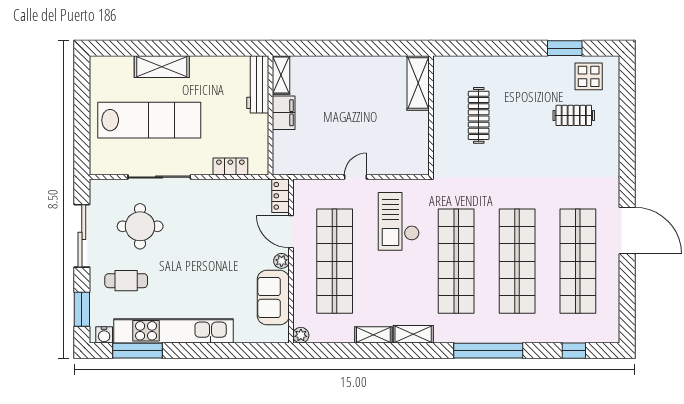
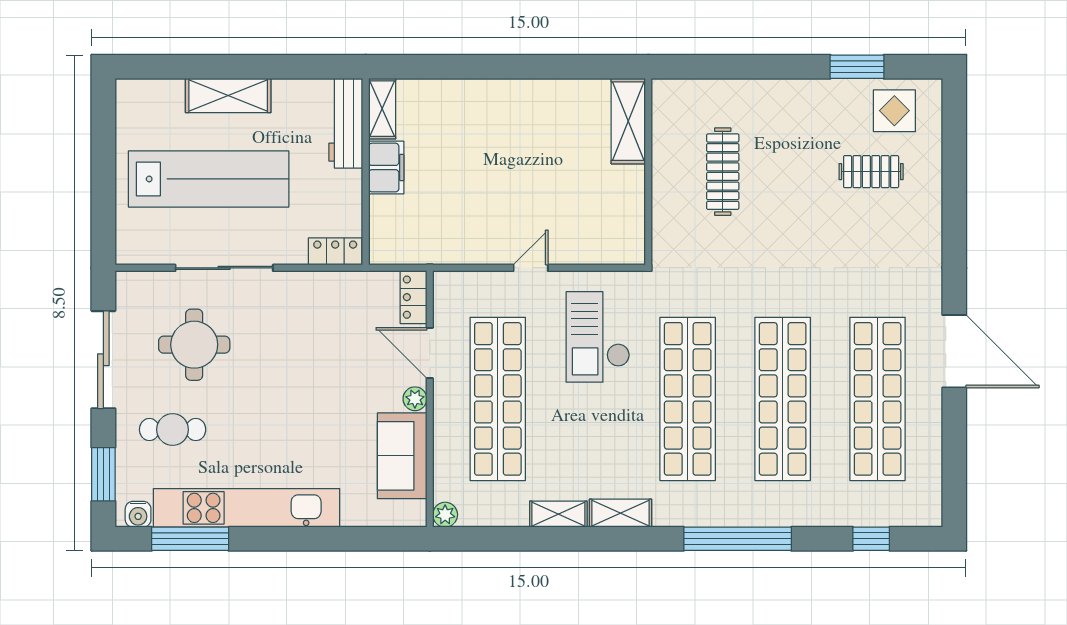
shelving: (281, 75) -> (382, 109), moved
workbench: (258, 84) -> (346, 123), moved
filing cabinet: (284, 113) -> (386, 168), moved
wall: (270, 115) -> (366, 172), moved

